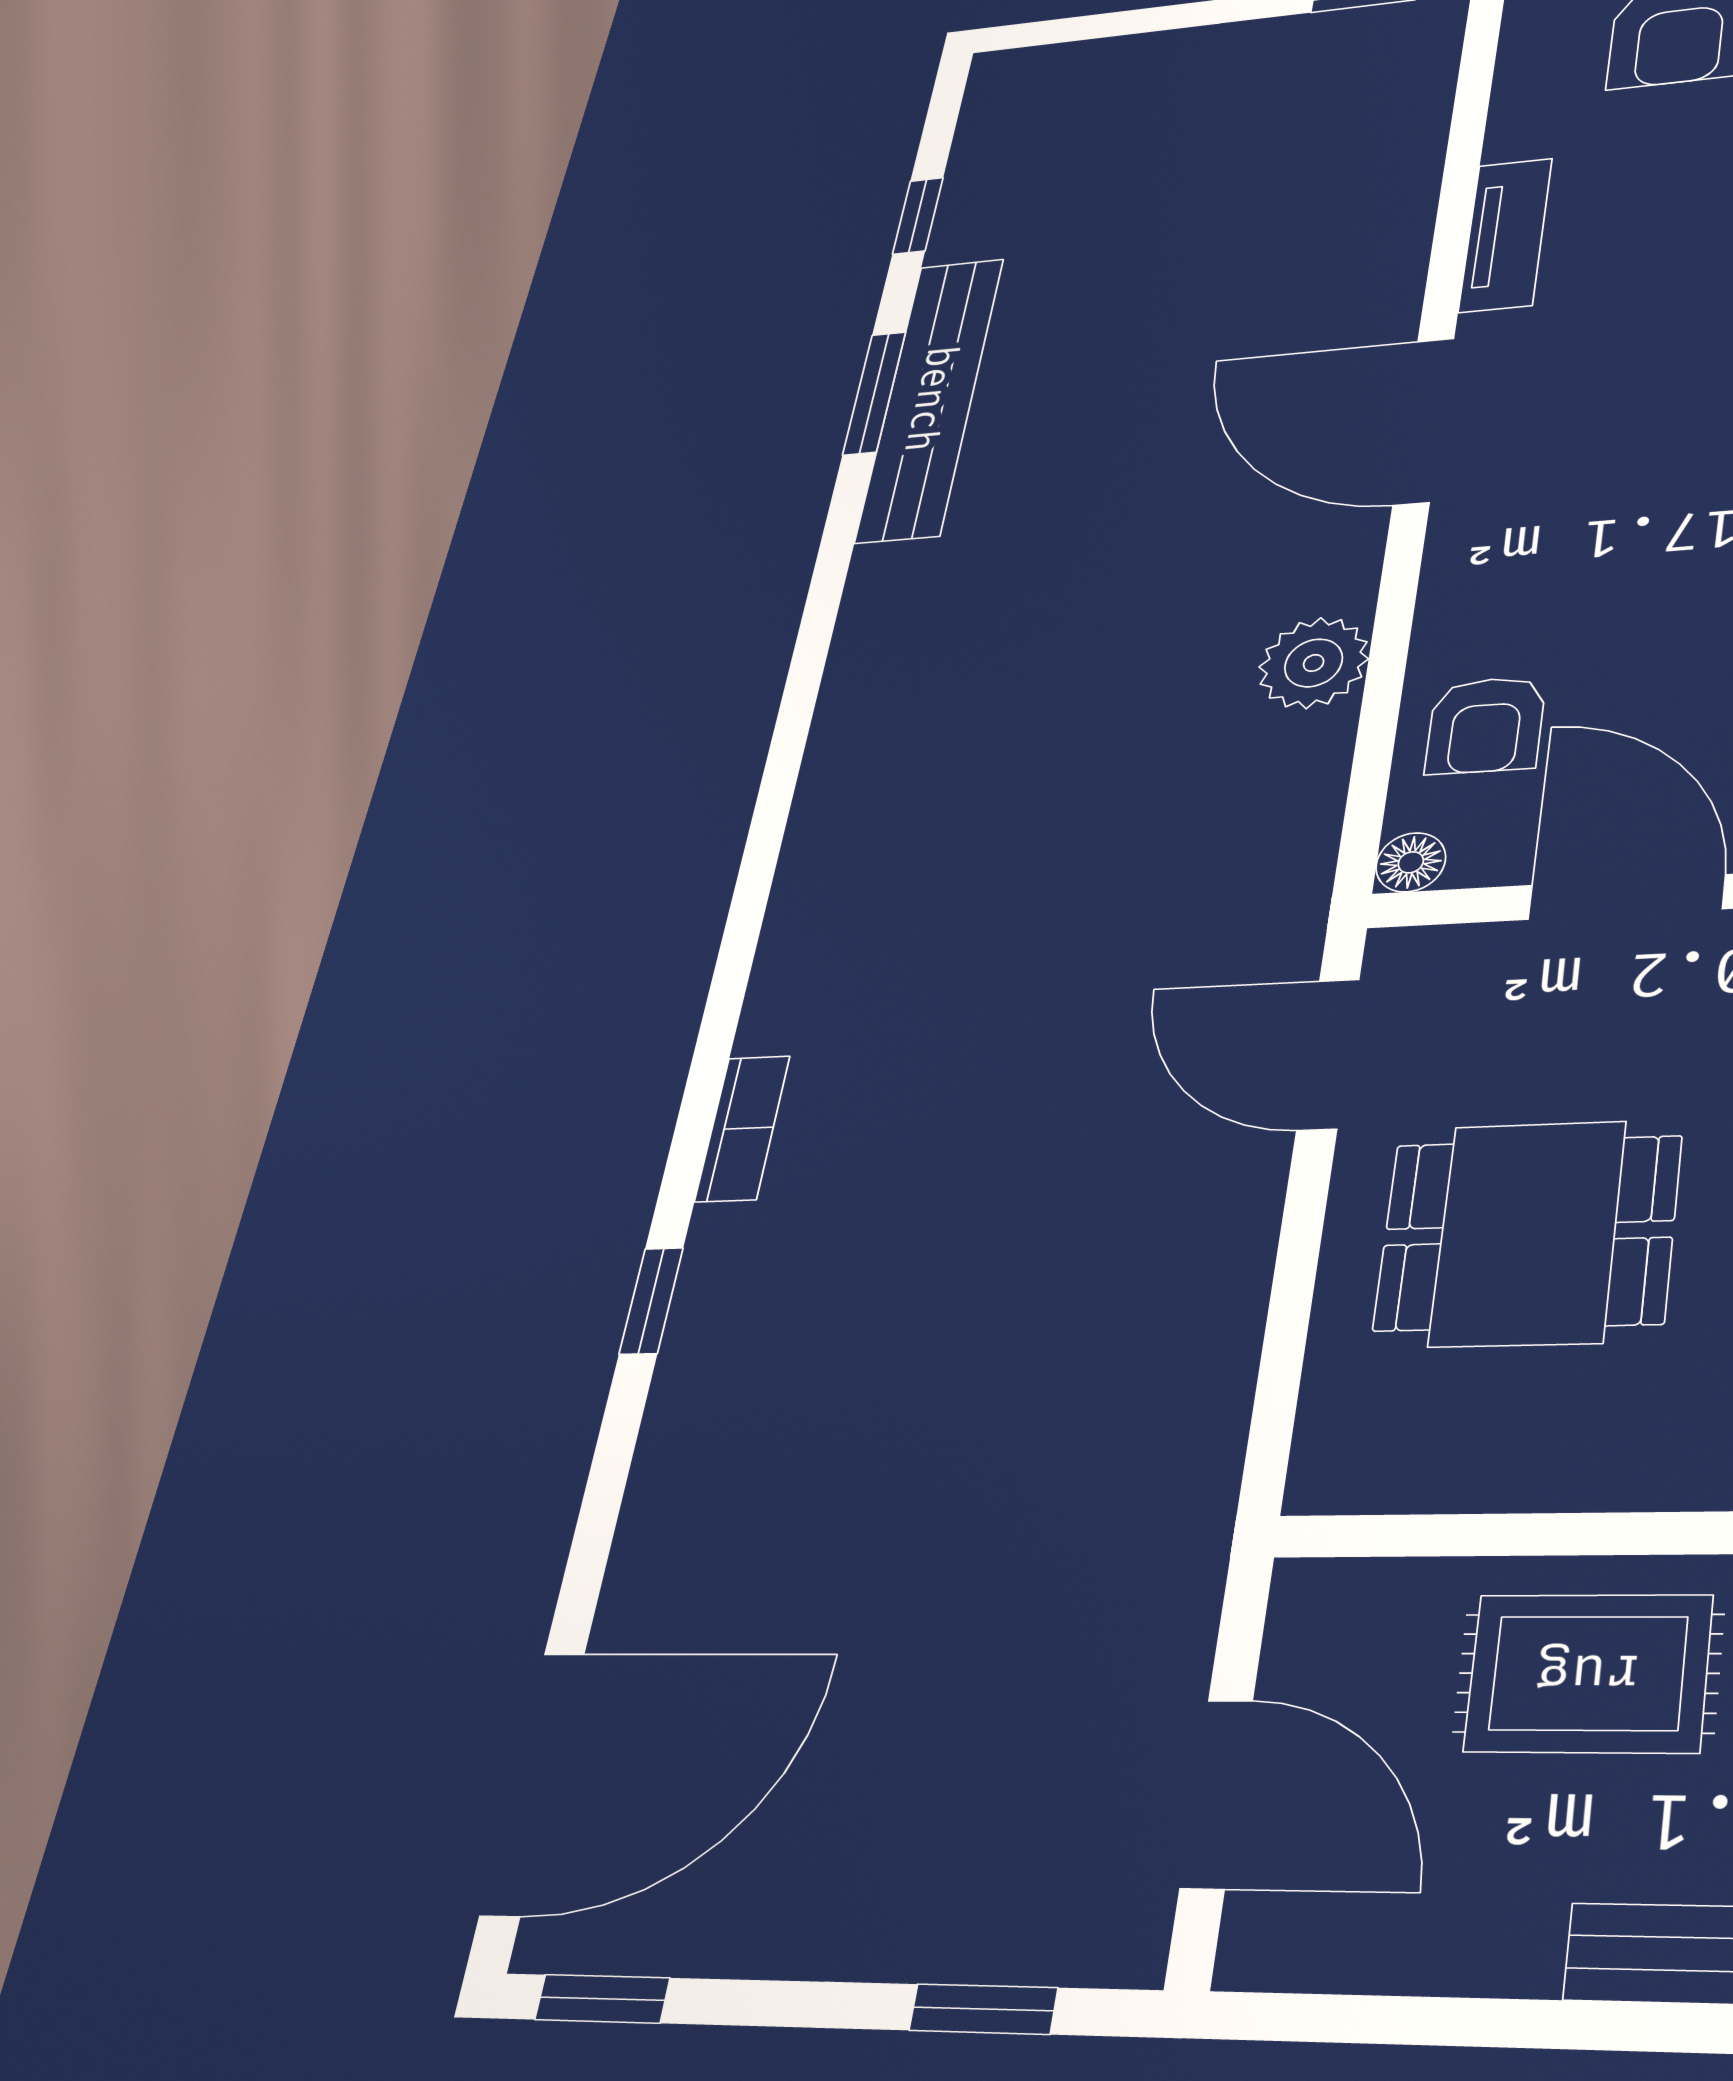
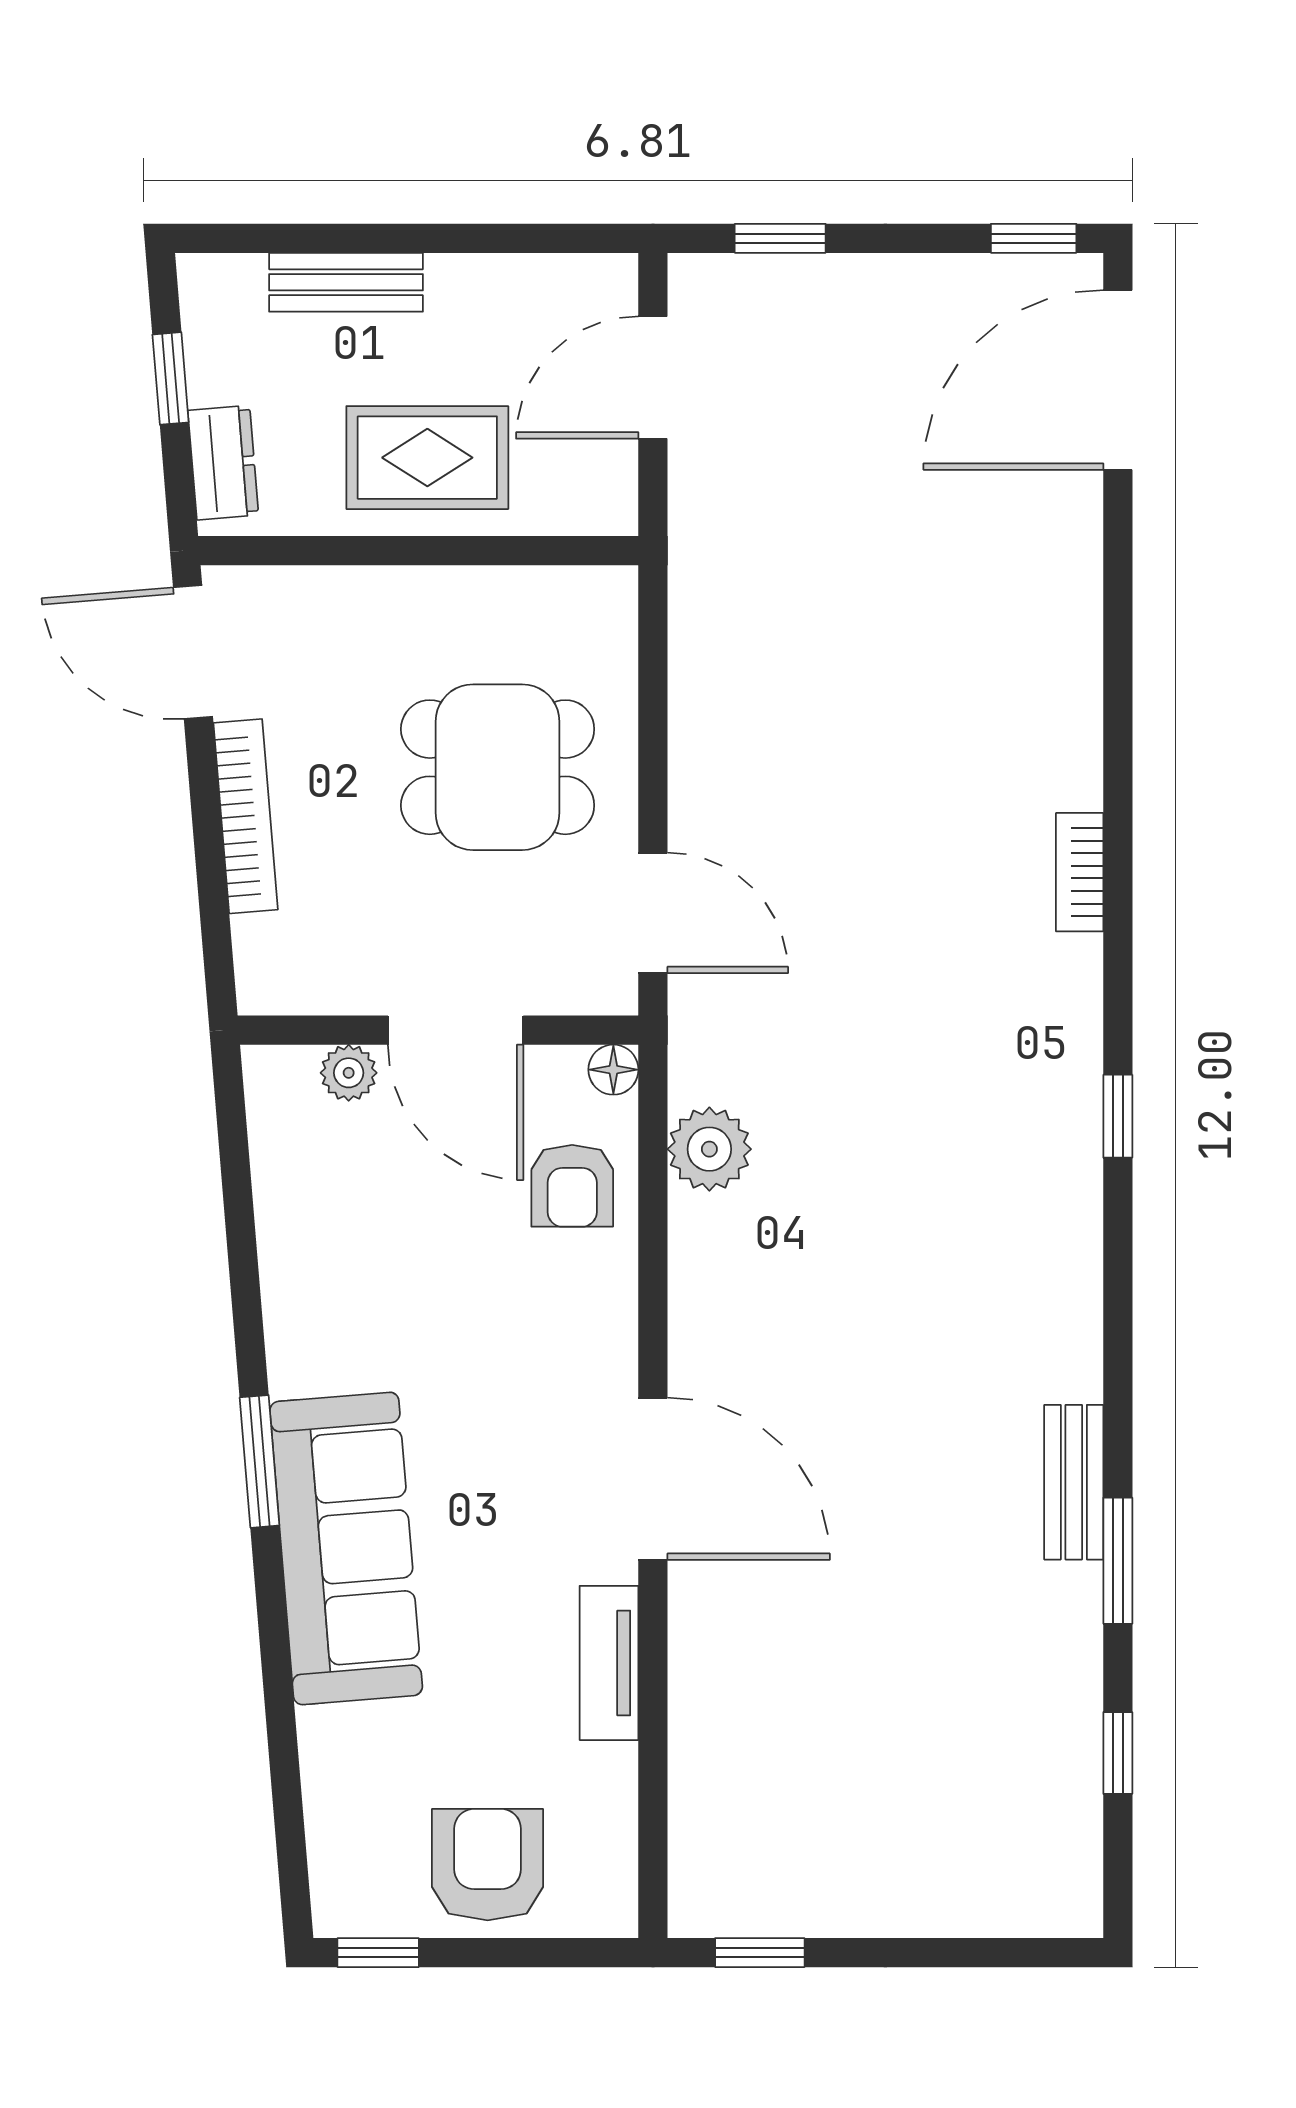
bench: (930, 399) -> (1074, 1482), width x0.54, depth x0.82
plant: (1314, 663) -> (709, 1149), moved
armchair: (1486, 725) -> (572, 1186), turned 180
window: (651, 1301) -> (1118, 1116), moved
door: (1216, 1794) -> (653, 378), hinge flipped

